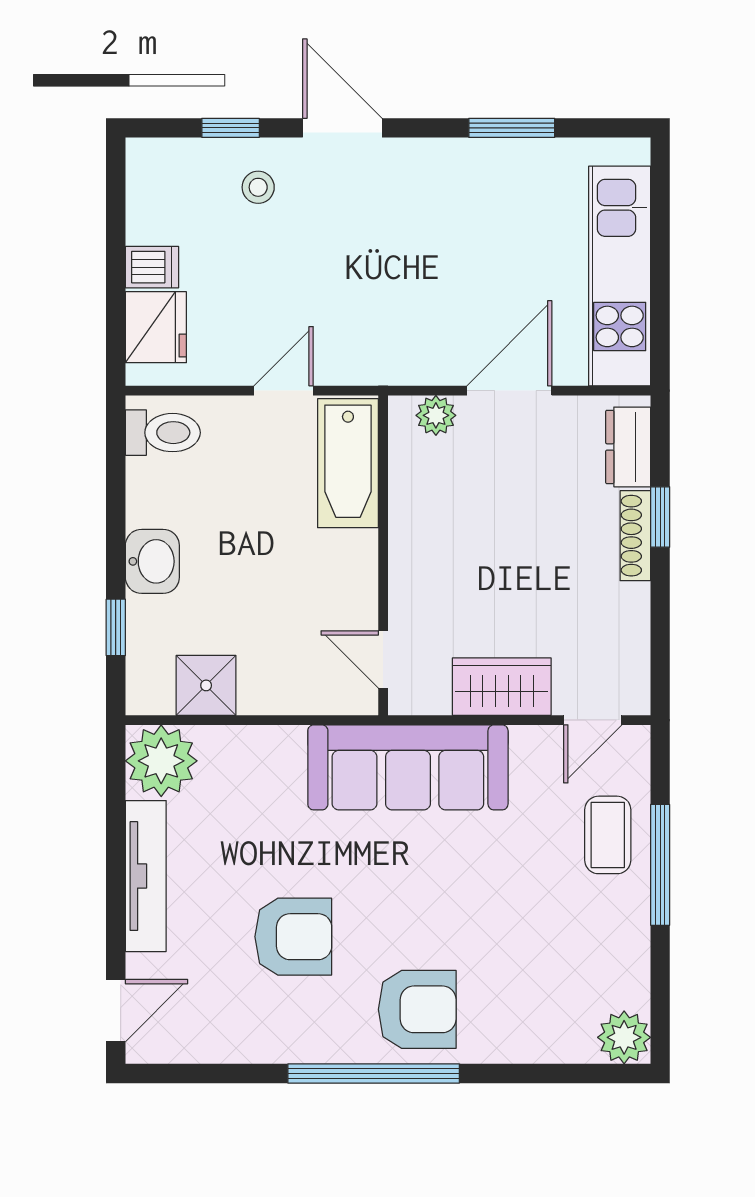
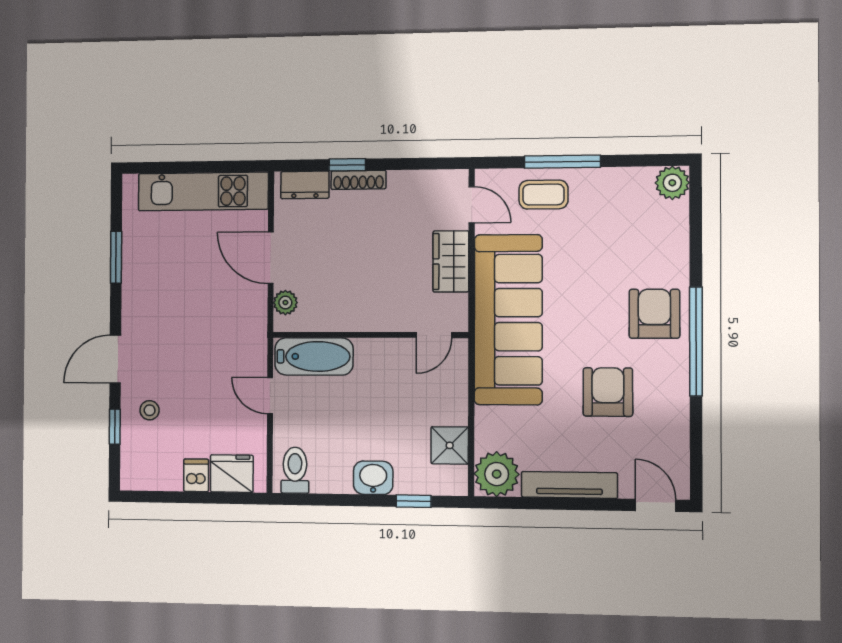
sofa: (408, 767) -> (508, 320), width x1.36, depth x1.27

